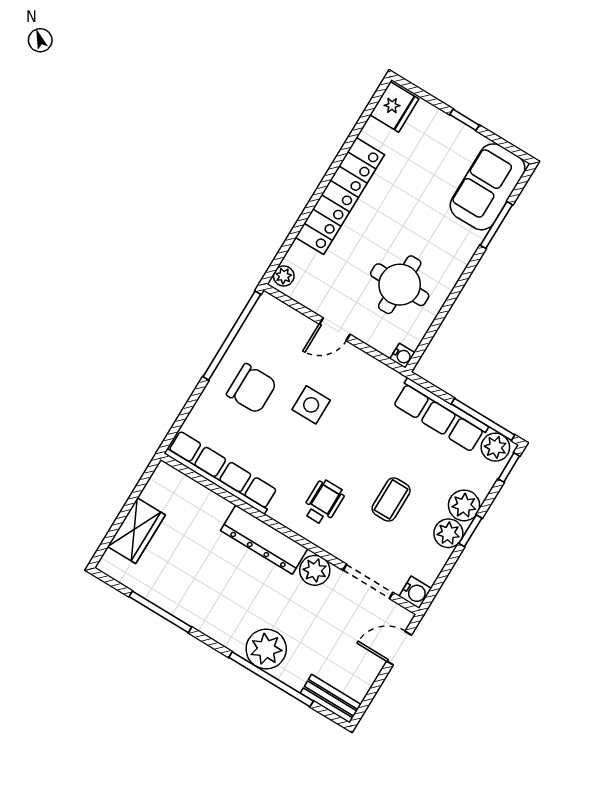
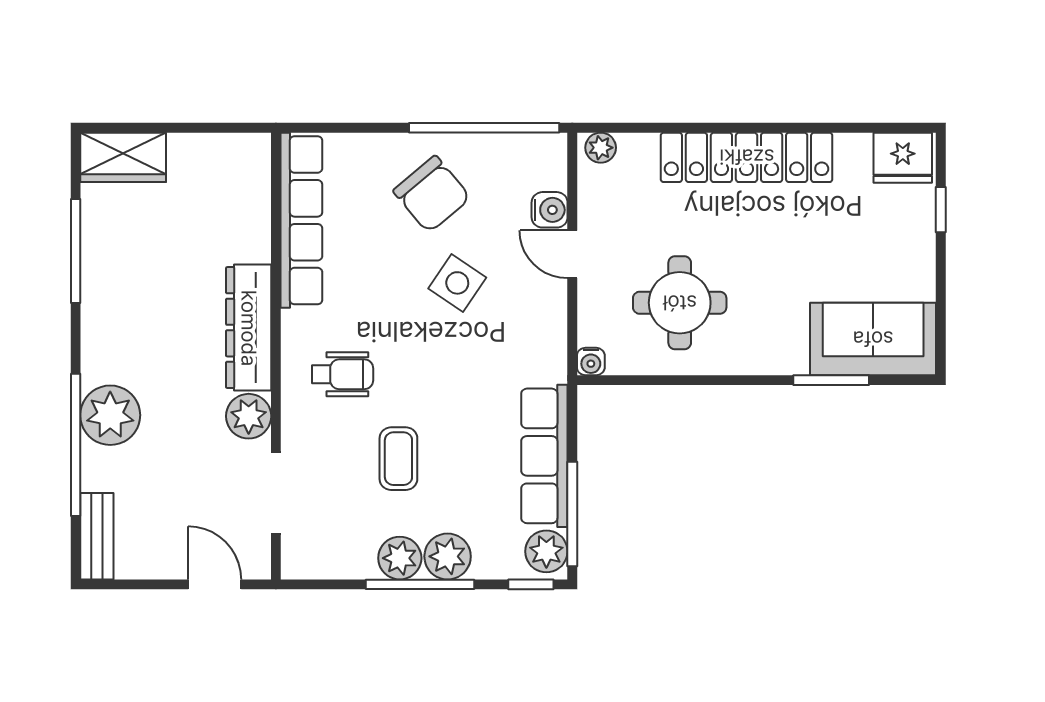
window: (465, 120) -> (941, 210), moved
chair: (252, 389) -> (432, 194), turned -40
side table: (311, 405) -> (457, 283), turned 34
coffee table: (391, 499) -> (398, 459), turned 90
wardrobe: (136, 531) -> (123, 157), moved
window: (470, 531) -> (420, 584), width x2.17
water cooler: (415, 592) -> (550, 210), moved, turned -90

